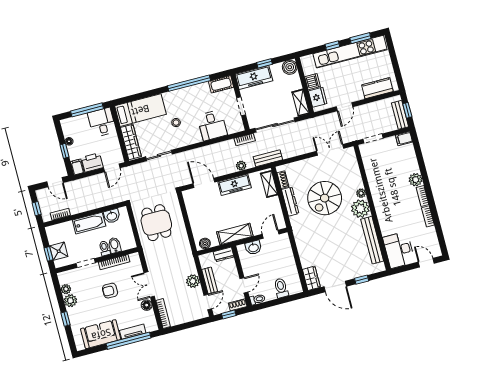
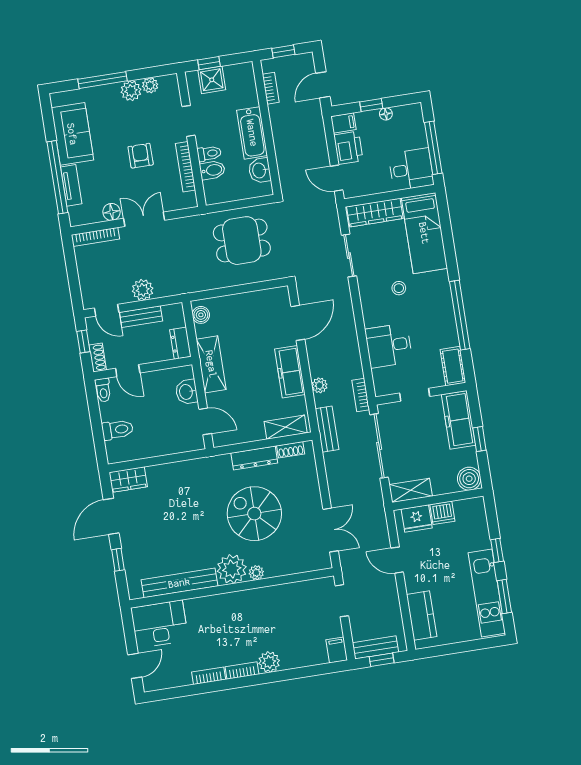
kitchen unit: (350, 52) -> (487, 593), width x0.73
window: (66, 319) -> (102, 80), width x2.17

